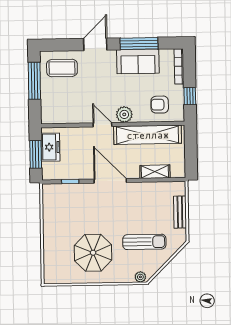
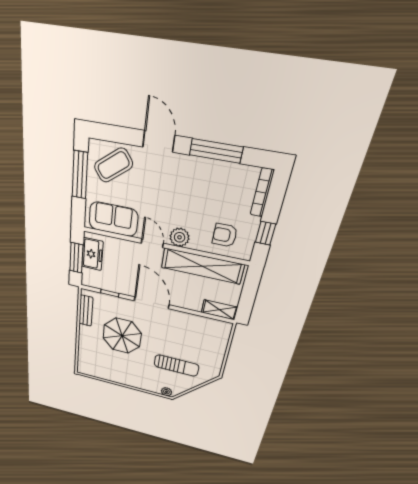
door: (95, 44) -> (159, 141), hinge flipped
sofa: (138, 61) -> (113, 219), moved, turned 180
coffee table: (62, 68) -> (113, 165), turned -37
shelving: (155, 172) -> (219, 310), moved
bench: (180, 212) -> (86, 311), moved
parasol: (93, 253) -> (122, 336), moved

